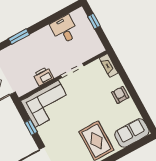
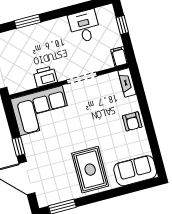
filing cabinet: (98, 47) -> (119, 57), added
armchair: (120, 95) -> (132, 121), turned 180
window: (31, 127) -> (18, 147), moved

